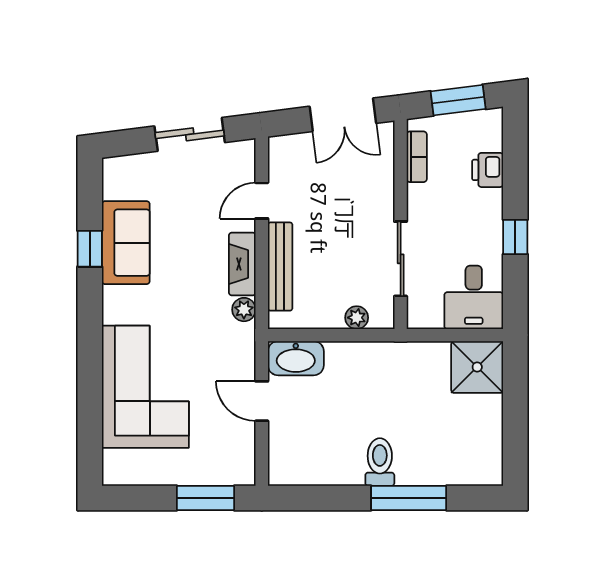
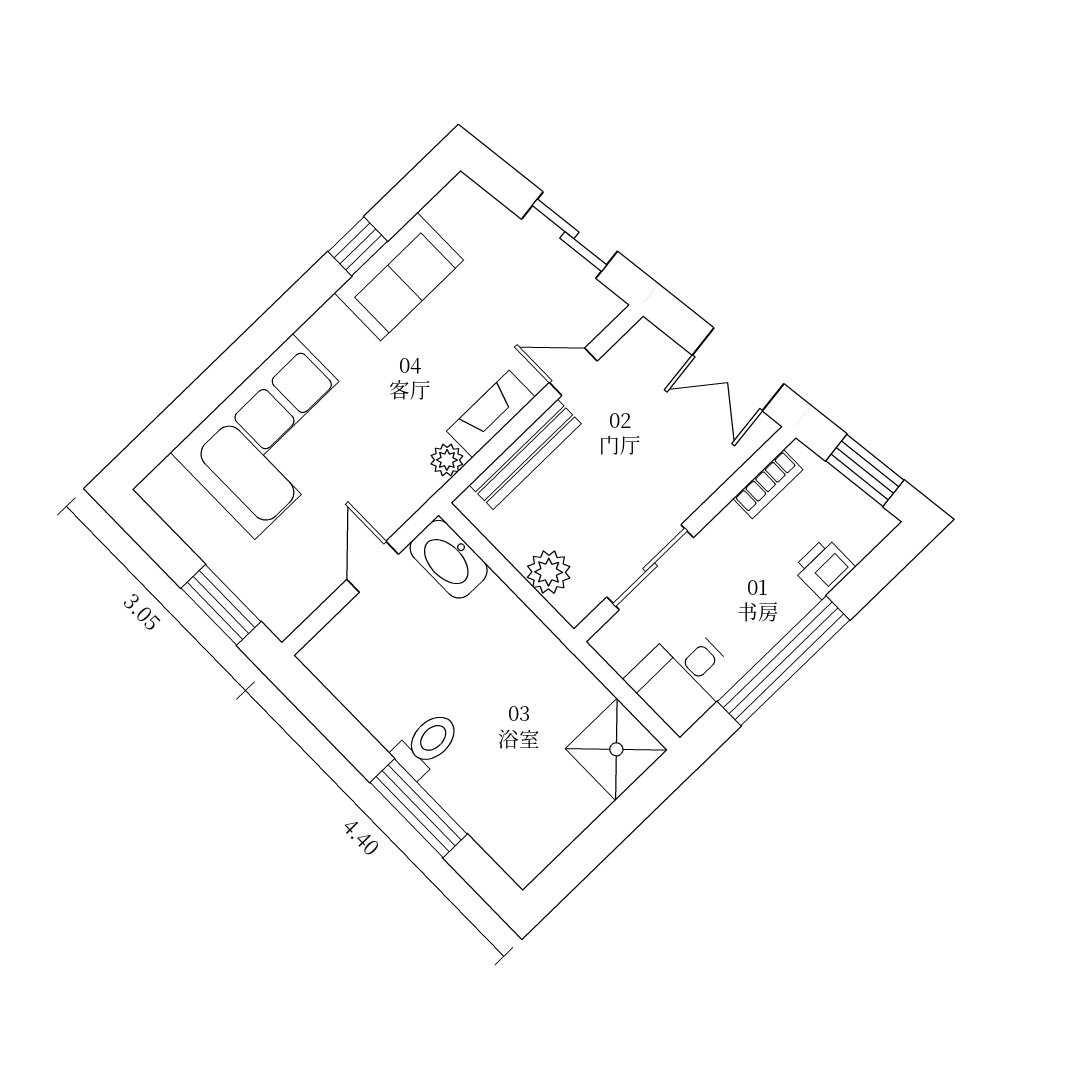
window: (515, 237) -> (784, 661), width x3.17
plant: (357, 318) -> (549, 572), width x1.38, depth x1.38

